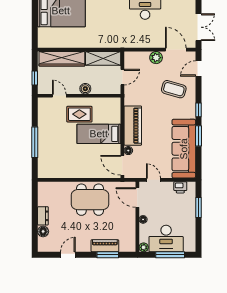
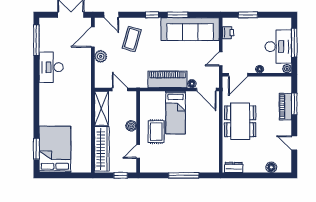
door: (122, 165) -> (206, 89), hinge flipped
dresser: (43, 216) -> (234, 167), moved

